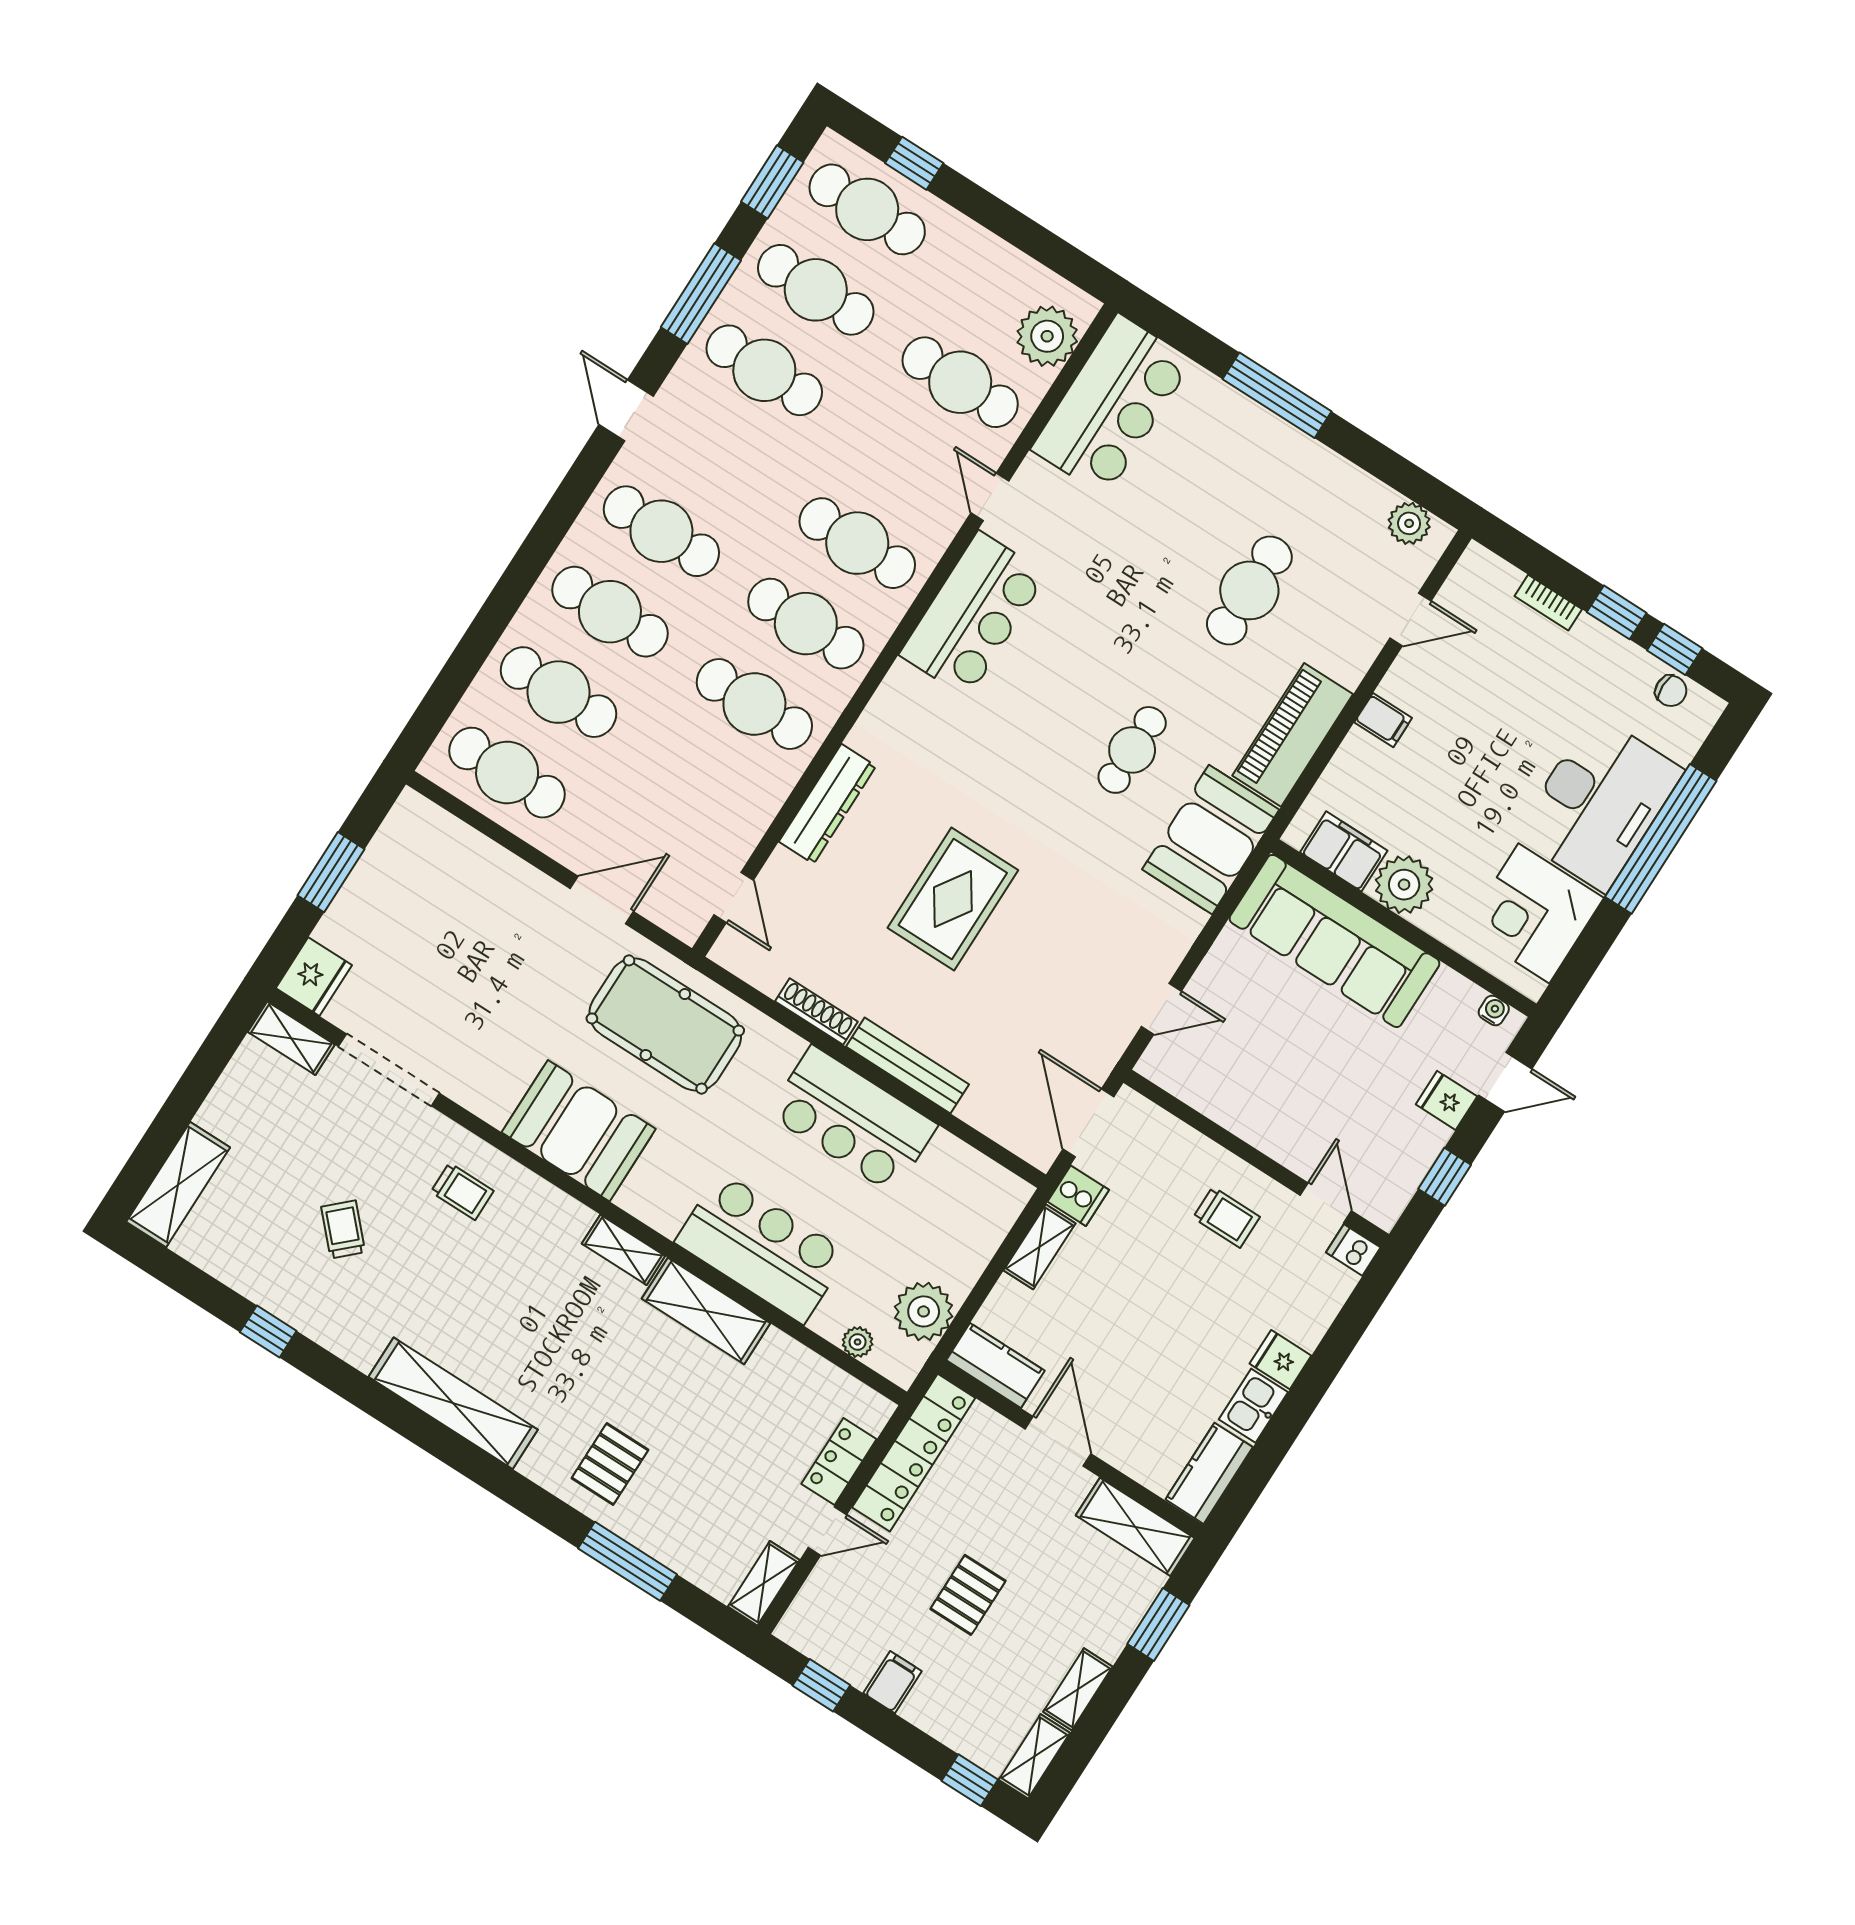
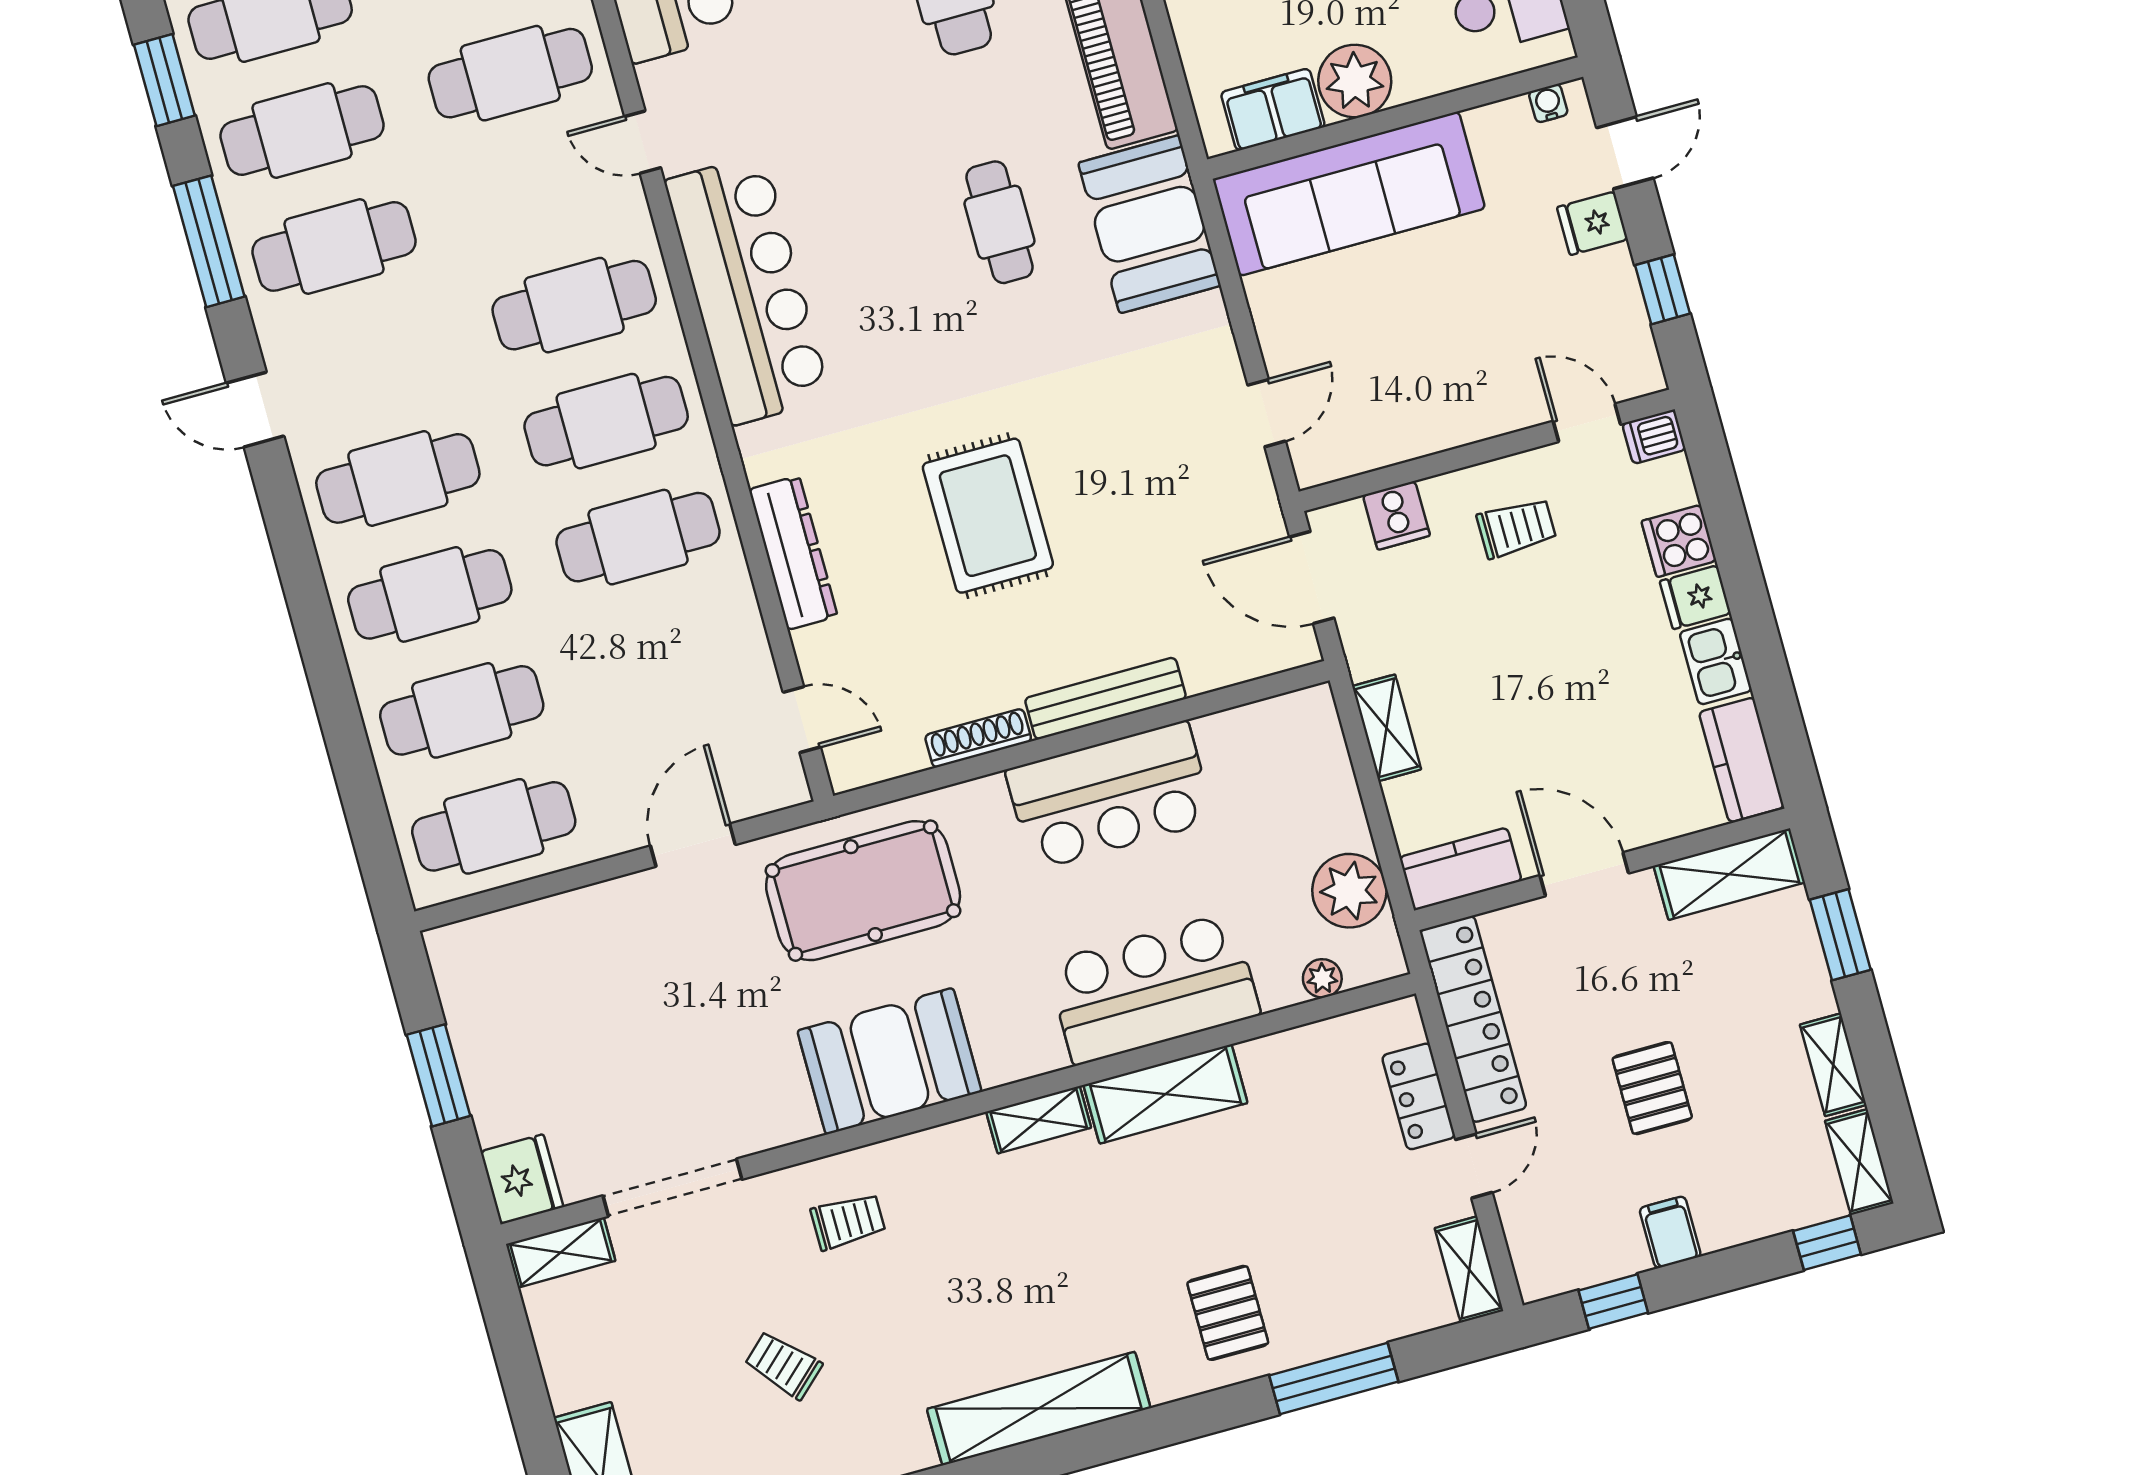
bar counter: (973, 614) -> (748, 290), width x1.36
cooker: (1078, 1196) -> (1396, 515), moved, turned 90
cooker: (1305, 1320) -> (1679, 541), added

